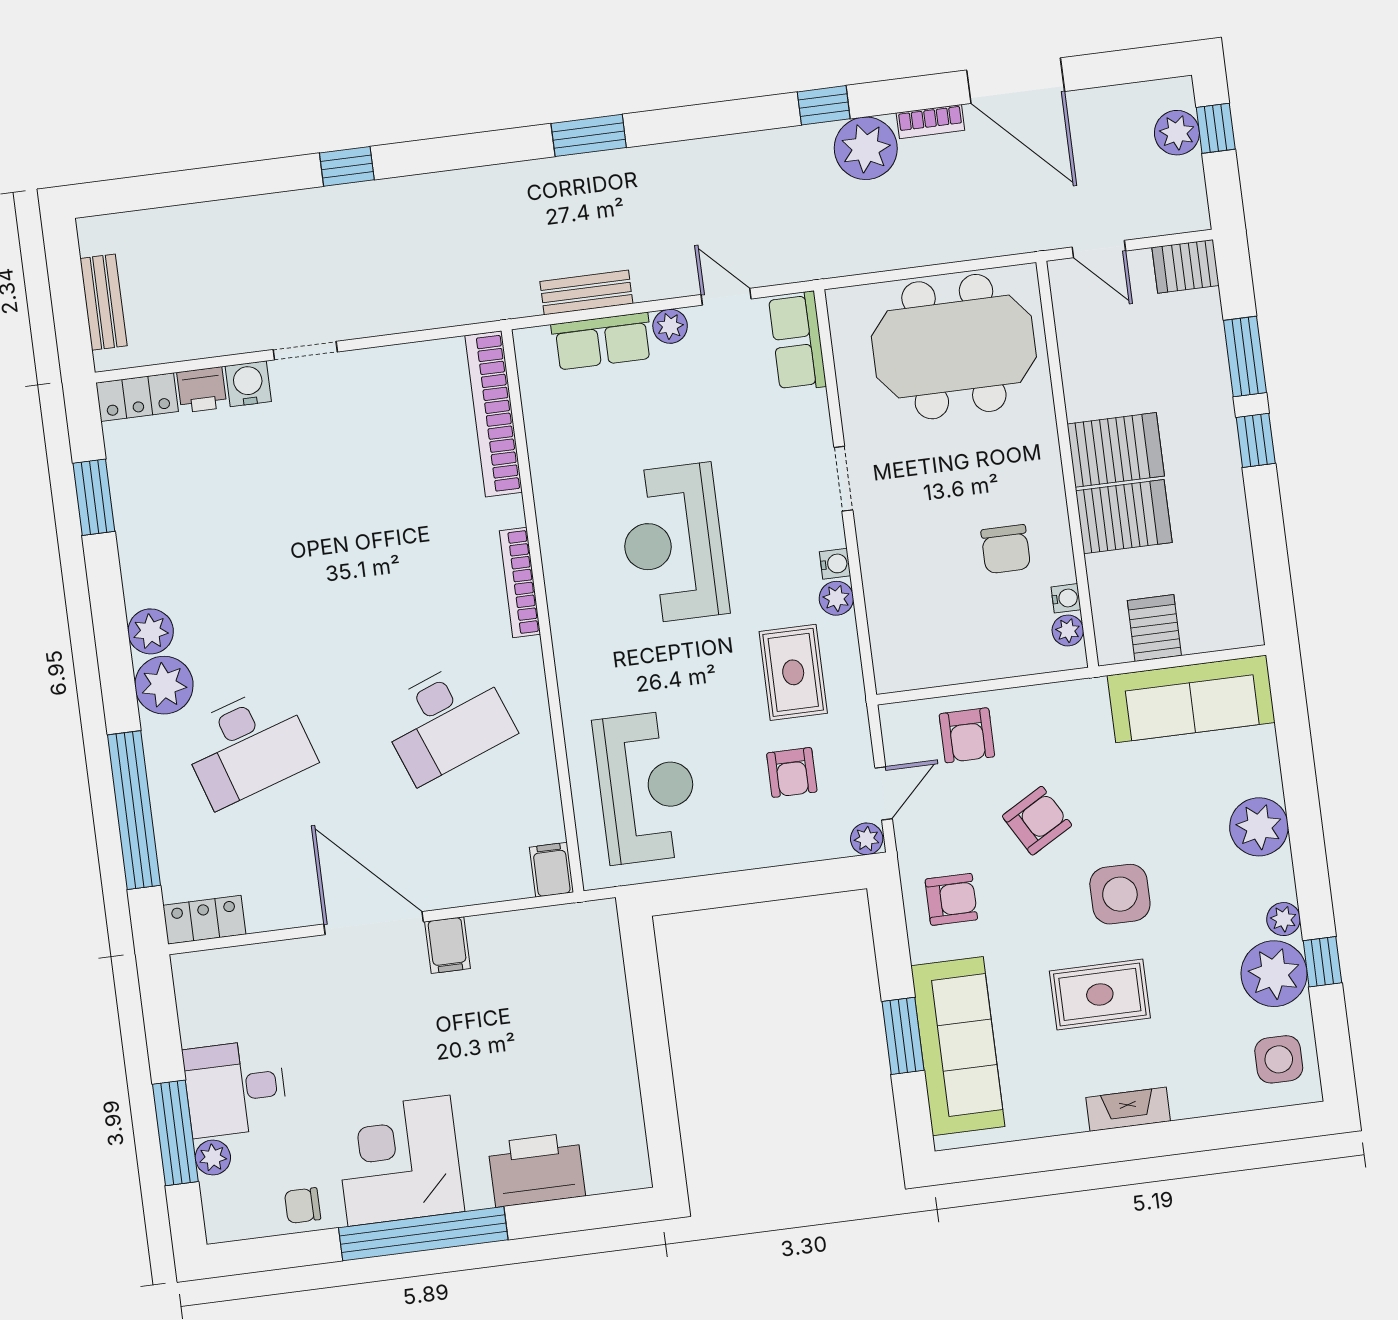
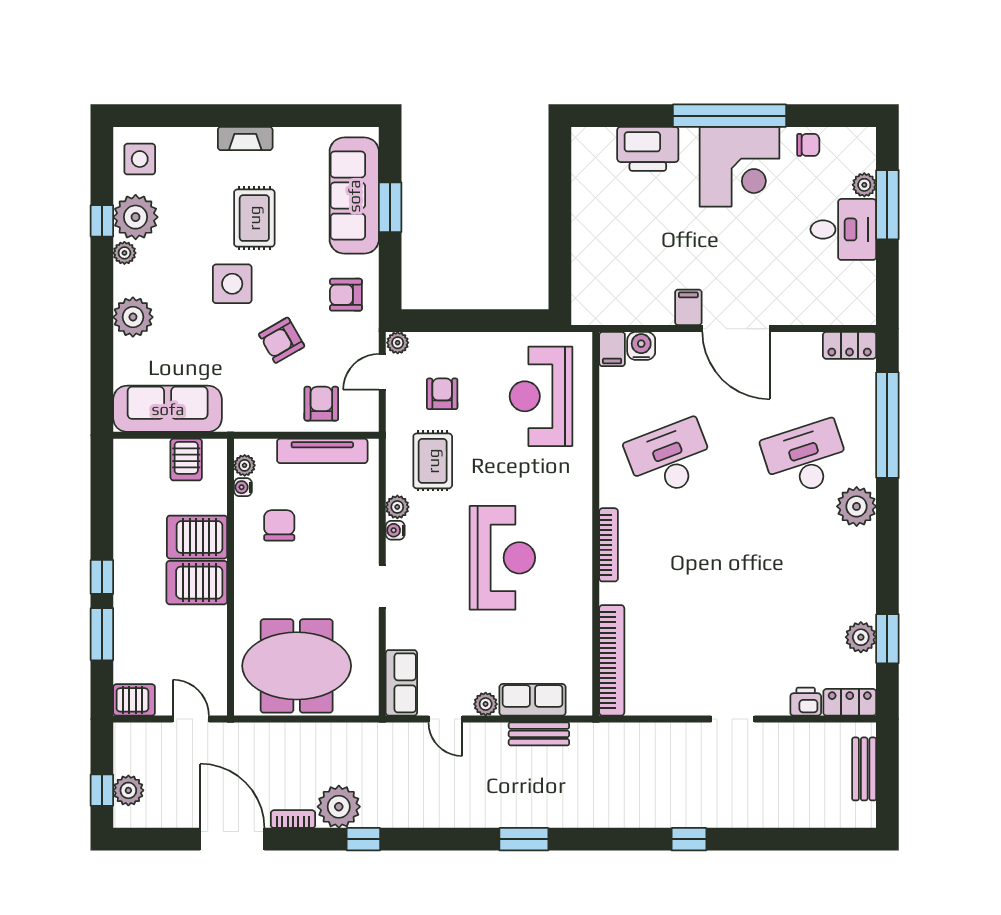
water cooler: (248, 384) -> (641, 346), moved, turned 180
plant: (151, 631) -> (861, 637), moved
tv unit: (957, 666) -> (322, 451), added
rug: (1100, 994) -> (254, 218), turned 90

